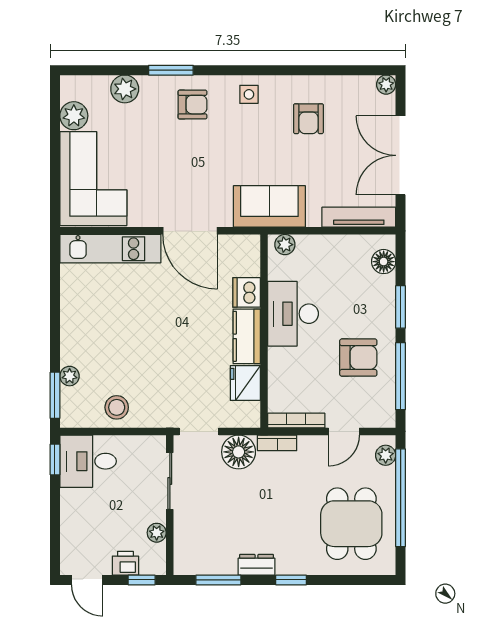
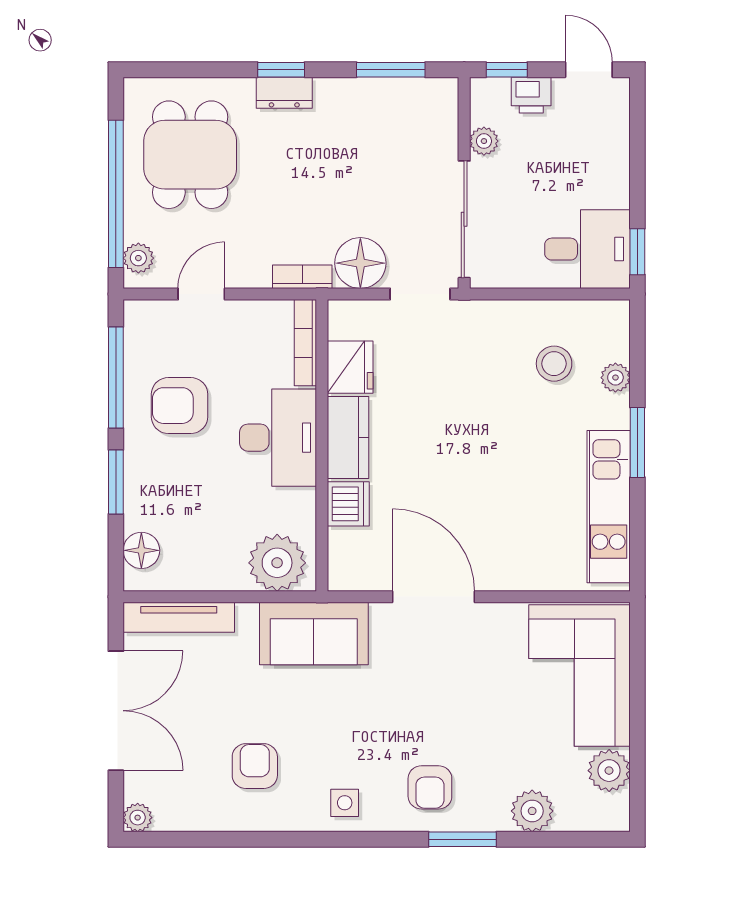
armchair: (192, 105) -> (430, 787), turned -90
plant: (285, 245) -> (277, 563), width x1.88, depth x1.88
kitchen unit: (110, 249) -> (609, 507), moved, turned -90
desk: (293, 314) -> (278, 438), moved
window: (55, 395) -> (637, 442), moved
stool: (117, 407) -> (554, 364), moved
bookcase: (296, 420) -> (305, 343), moved, turned 90
sliding door: (170, 481) -> (464, 219), width x1.37
dresser: (256, 565) -> (284, 93), moved

